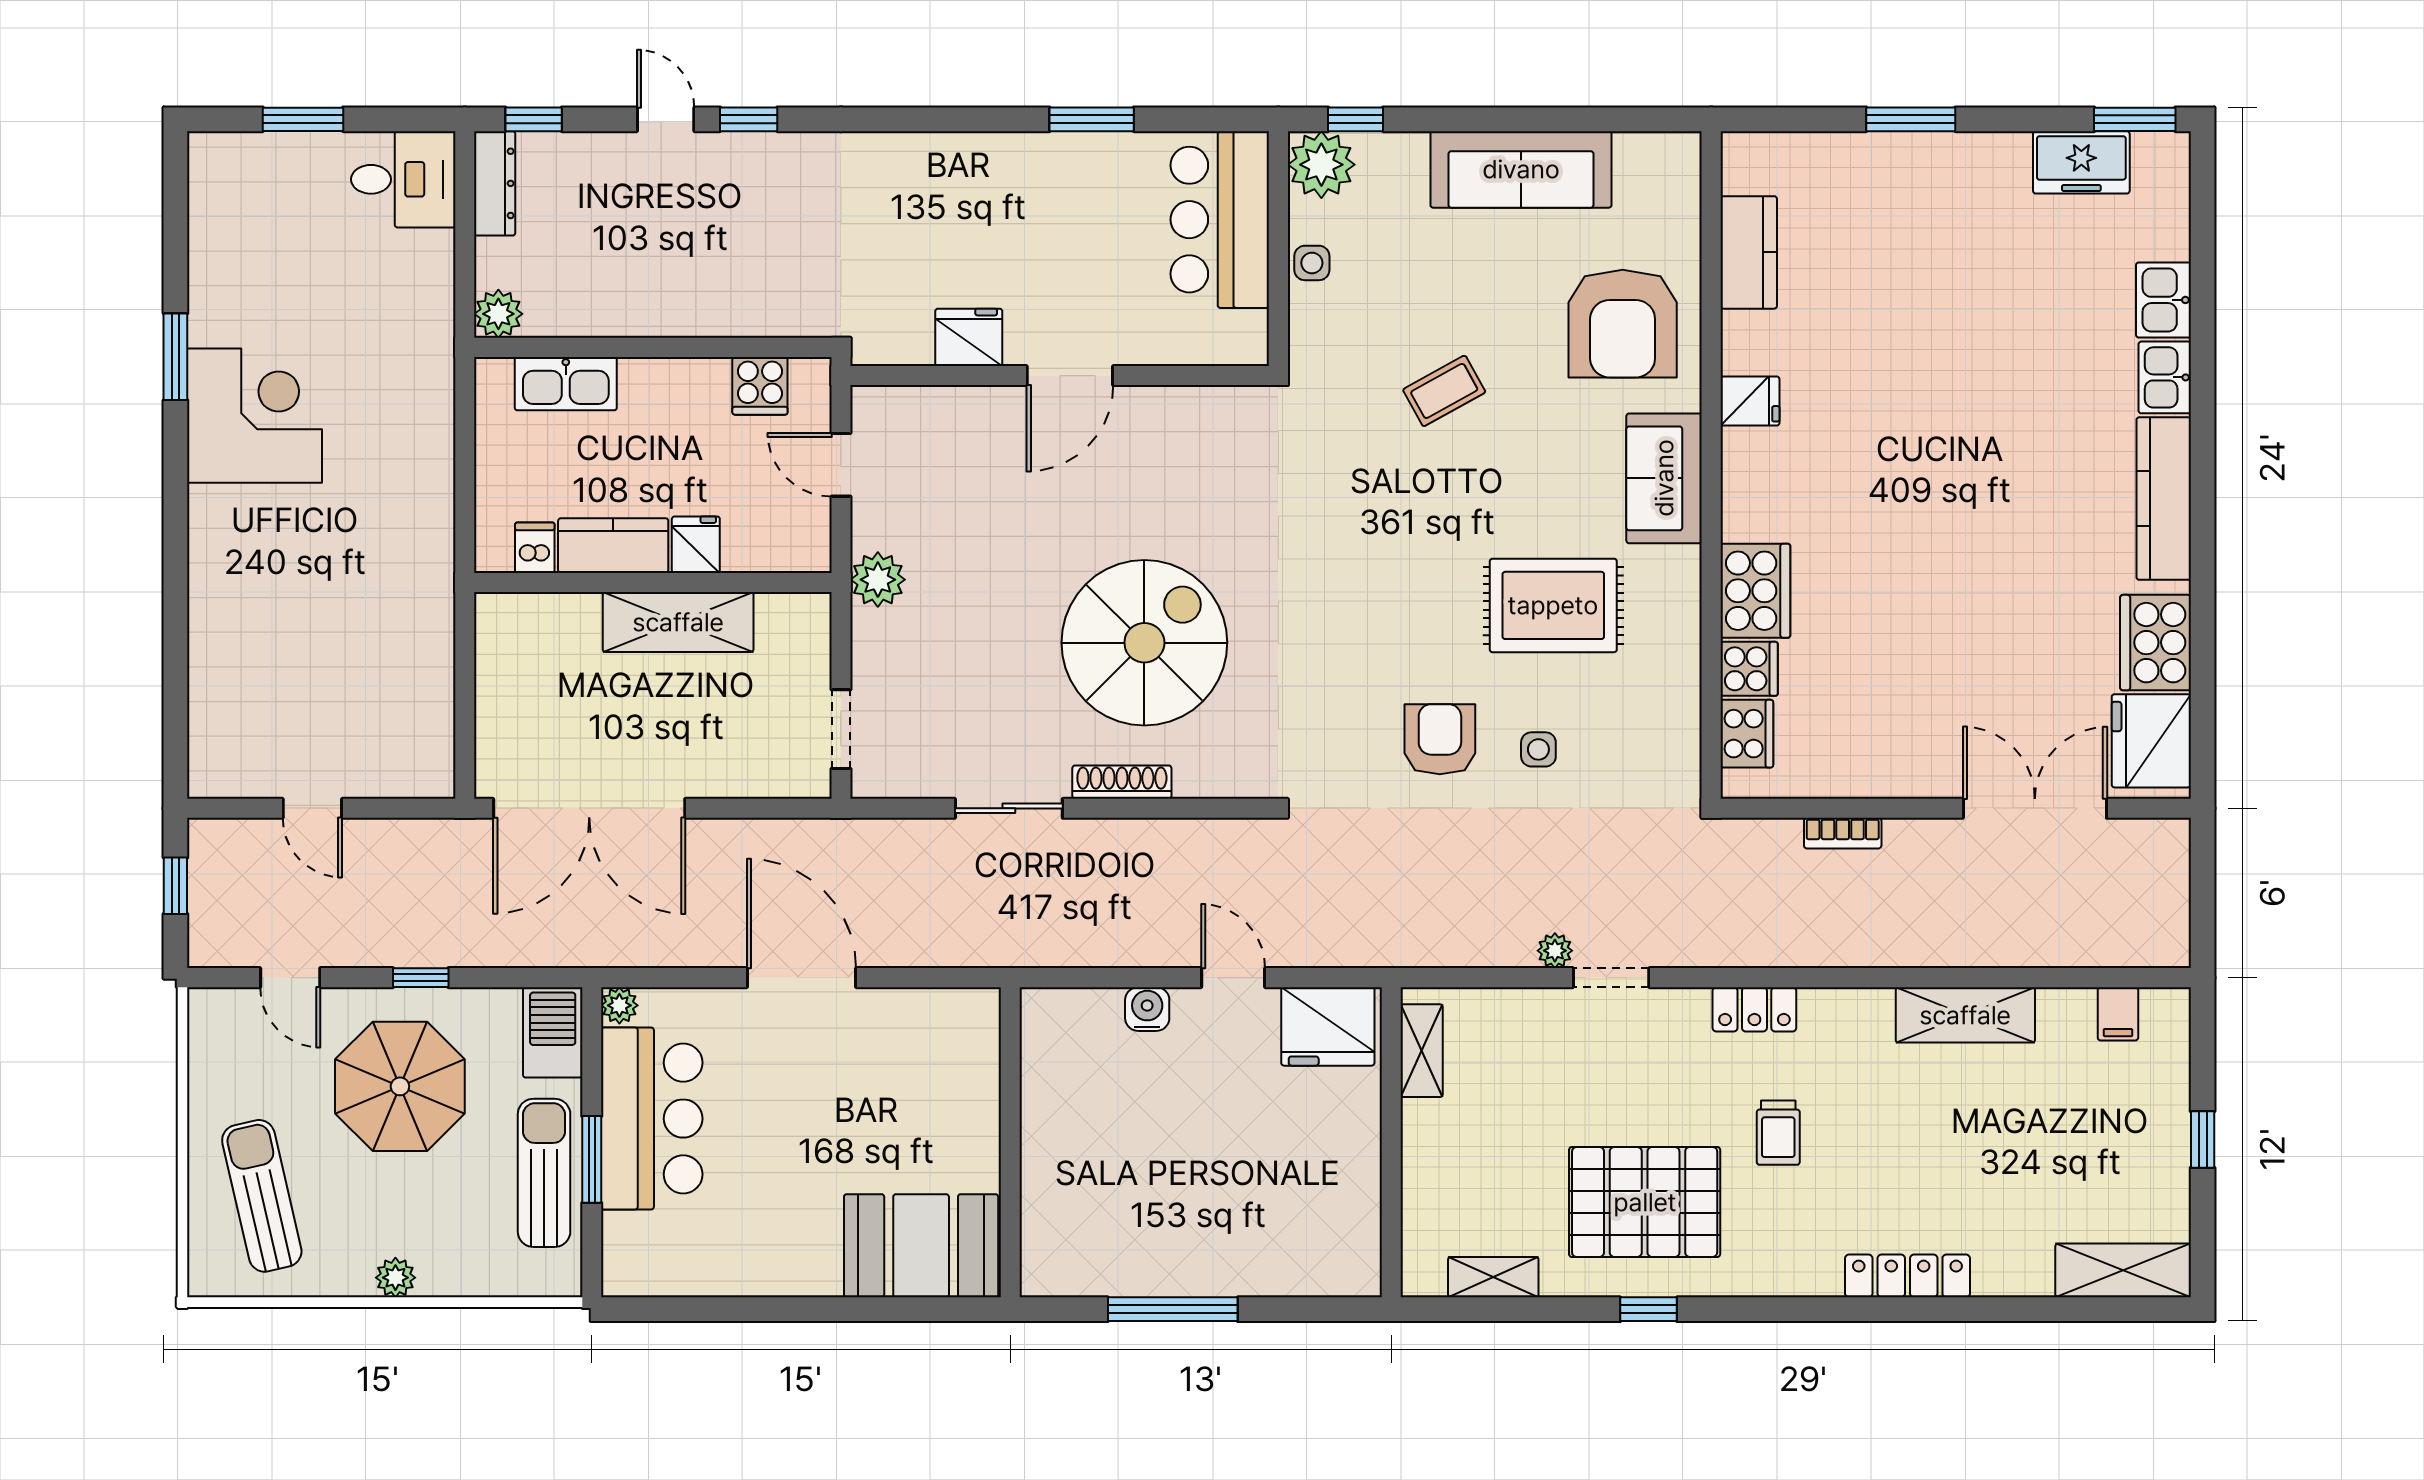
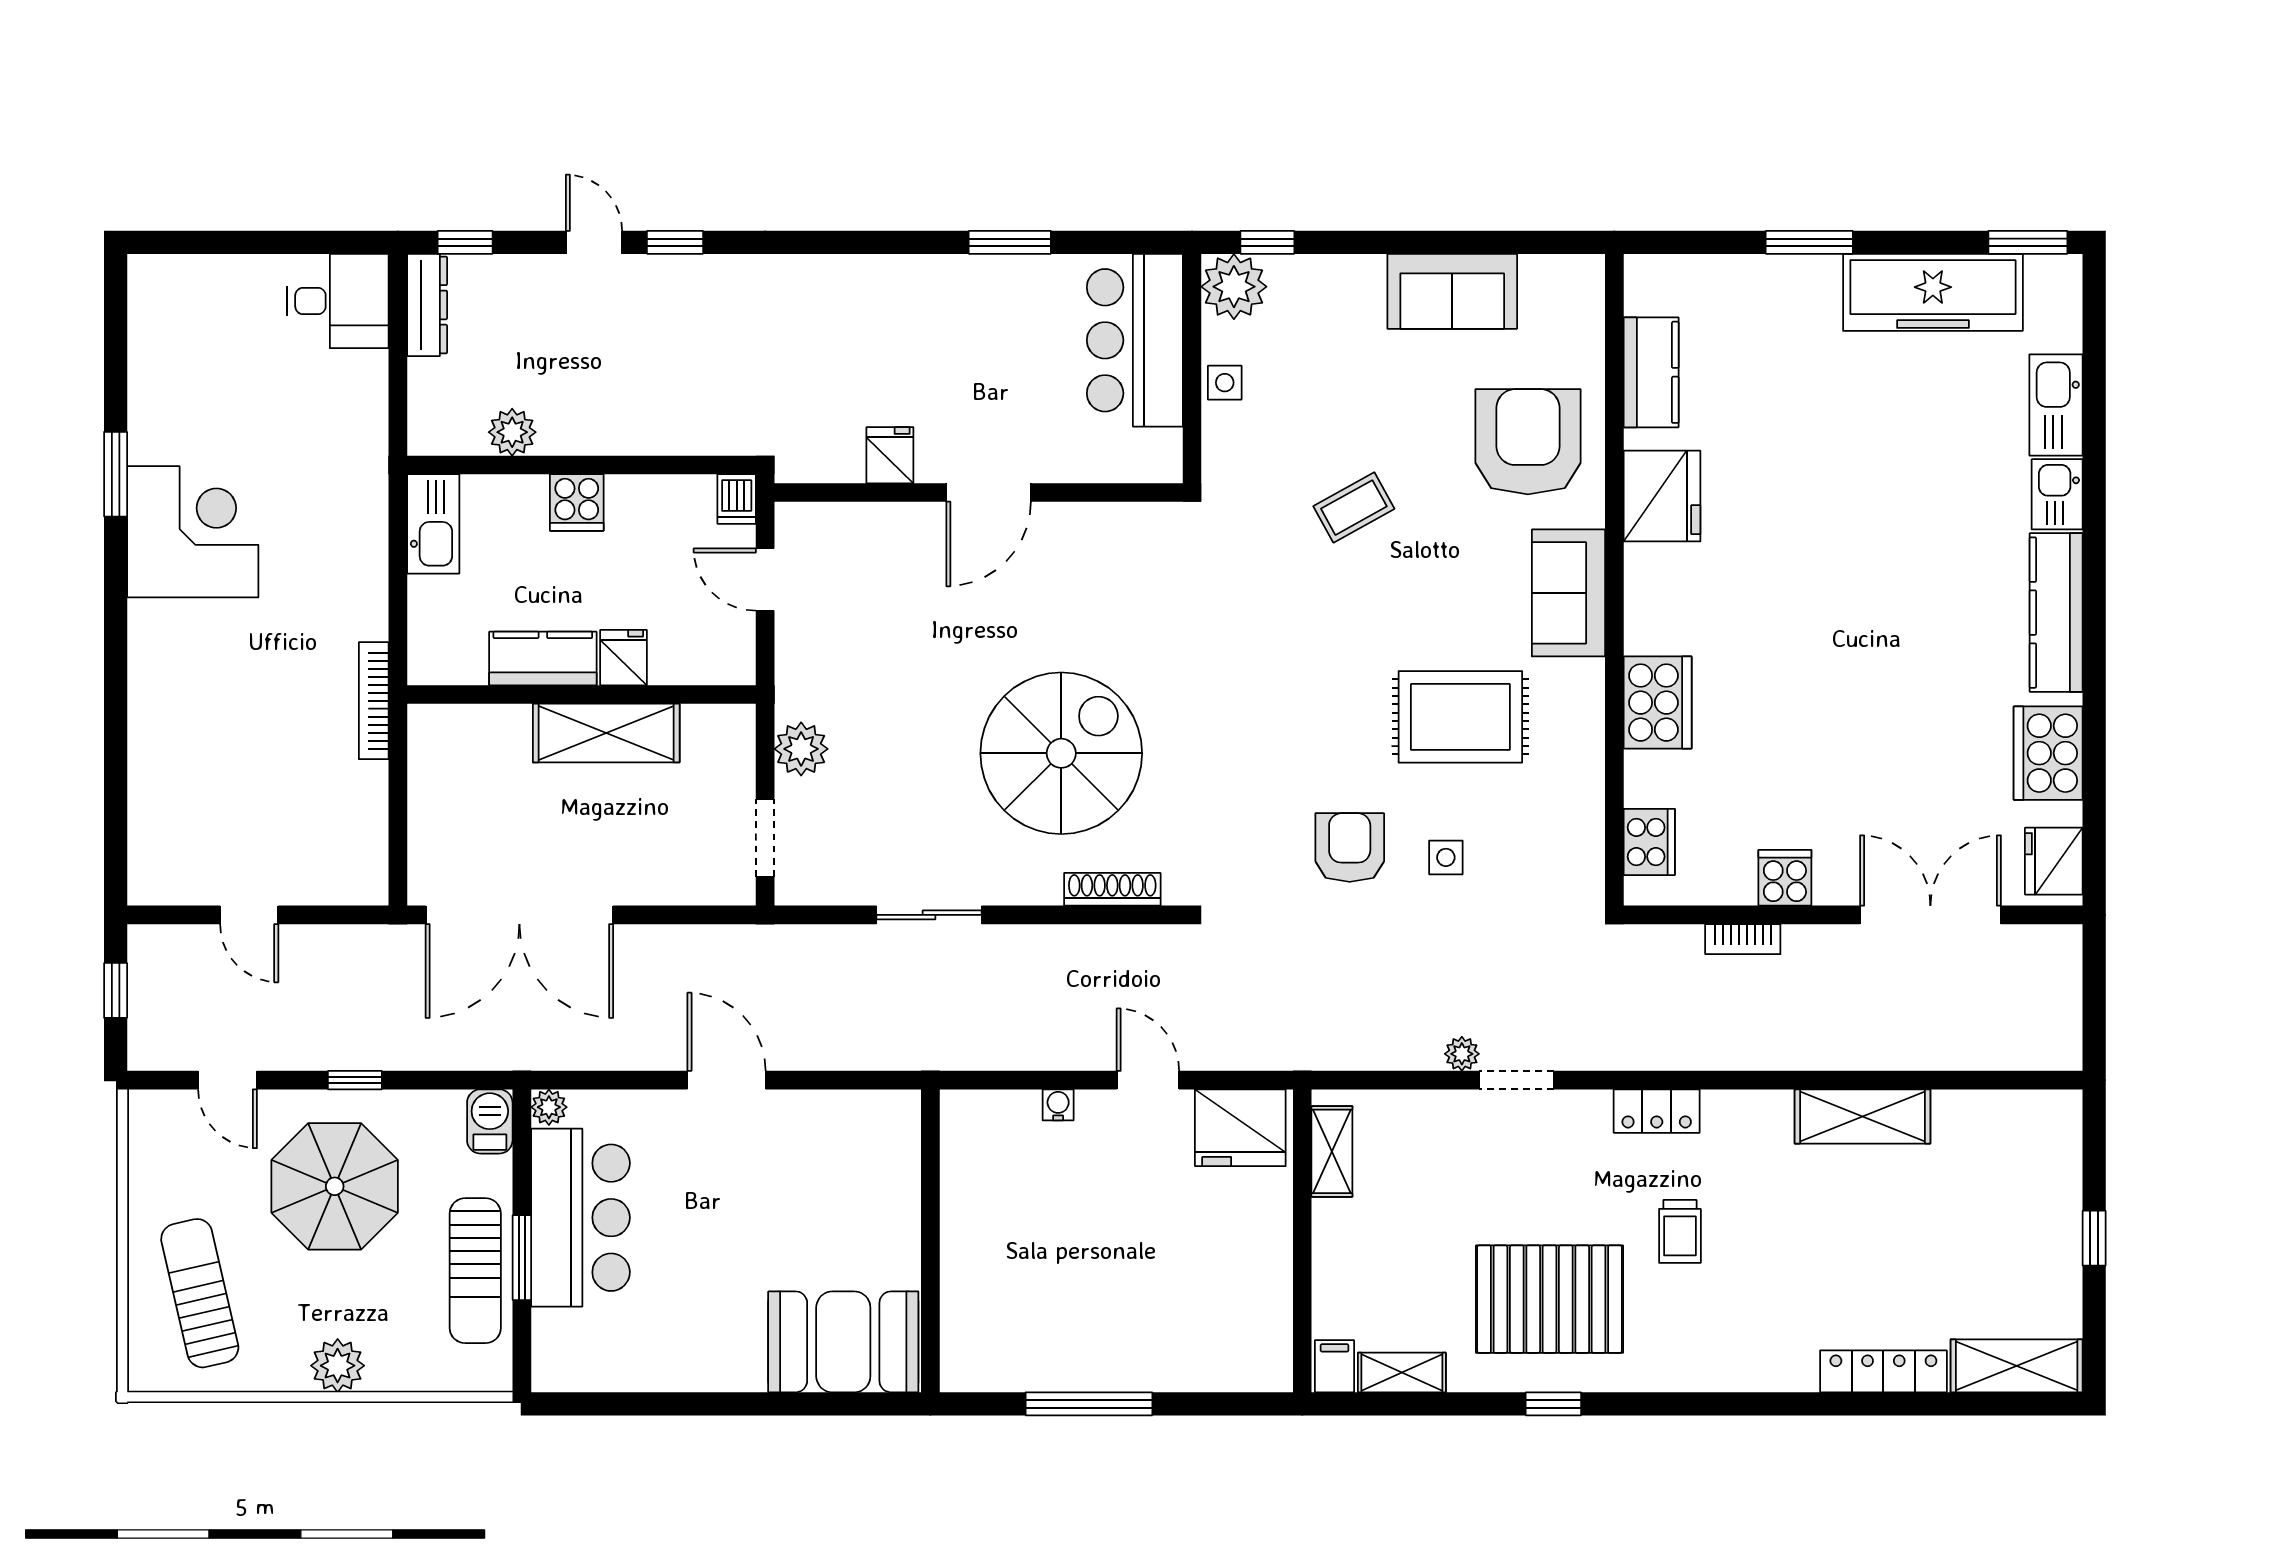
window: (303, 119) -> (240, 242), removed
freezer: (2081, 162) -> (1933, 292), width x1.91, depth x1.26
sofa: (1521, 169) -> (1452, 291), width x0.73
kitchen sink: (2164, 300) -> (2056, 405), width x1.38
plant: (498, 314) -> (512, 432), moved
armchair: (1623, 324) -> (1528, 442), turned 180
fridge: (969, 337) -> (890, 455), width x0.72
kitchen sink: (566, 384) -> (433, 524), moved, turned -90
cooker: (760, 386) -> (577, 502), moved
fridge: (1750, 401) -> (1662, 496), width x1.88, depth x1.34
dishwasher: (535, 548) -> (737, 499), moved, turned 180
plant: (878, 580) -> (801, 749), moved
bookcase: (440, 589) -> (374, 701), added
cooker: (1749, 669) -> (1785, 878), moved, turned -90
fridge: (2151, 741) -> (2054, 861), width x0.73, depth x0.75
shoe rack: (1122, 782) -> (1112, 889), moved
door: (801, 978) -> (727, 1080), width x0.73
water cooler: (1147, 1009) -> (1058, 1105), width x0.72, depth x0.72
filing cabinet: (2118, 1014) -> (1335, 1366), moved, turned 180
barbecue: (553, 1032) -> (490, 1121), width x0.73, depth x0.79
sun lounger: (544, 1173) -> (475, 1271), turned 180
locker: (1907, 1276) -> (1883, 1371), moved
plant: (395, 1278) -> (338, 1366), width x1.38, depth x1.38

